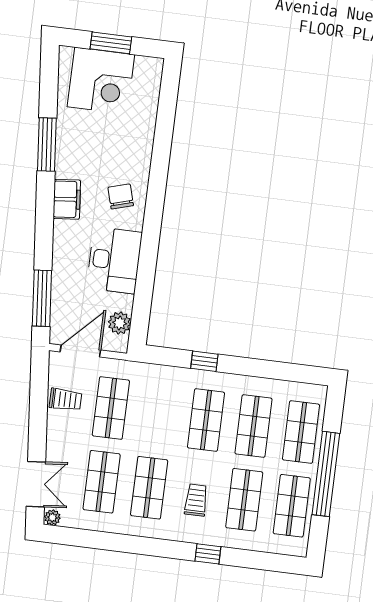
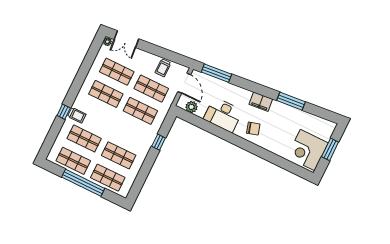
corner desk: (101, 81) -> (307, 150), moved
shop shelf: (206, 420) -> (140, 111), moved
trolley: (196, 500) -> (77, 115), moved

